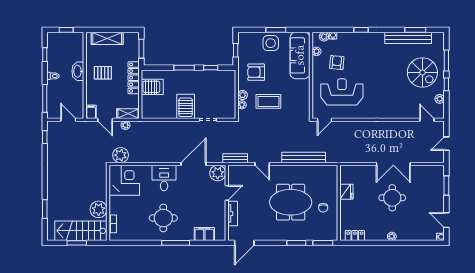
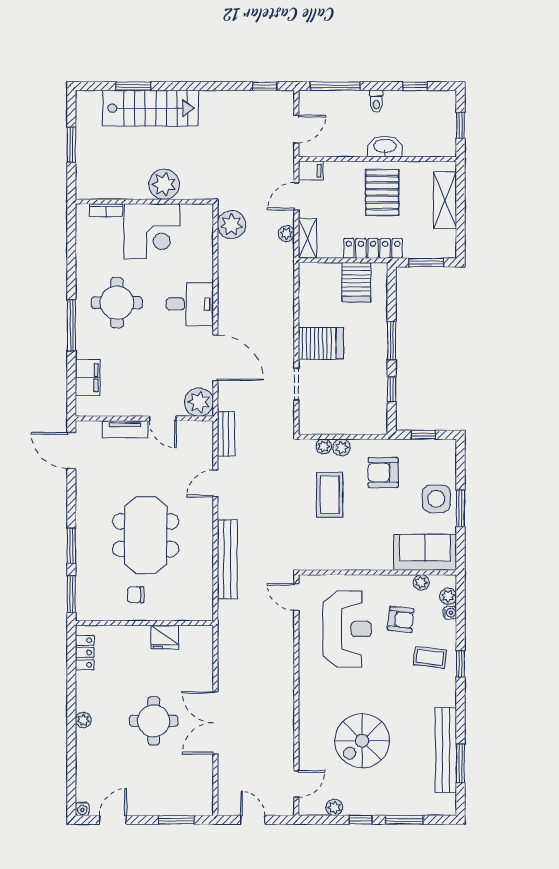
coffee table: (357, 47) -> (430, 657), added
sofa: (300, 55) -> (425, 552), width x0.73
armchair: (256, 72) -> (383, 472), turned -90
spiral stairs: (422, 72) -> (362, 741), moved
pallet: (103, 73) -> (382, 192), width x1.50, depth x1.42
corner desk: (124, 180) -> (152, 231), moved
plant: (99, 209) -> (164, 184), moved
stairs: (81, 231) -> (150, 108), moved, turned 90

